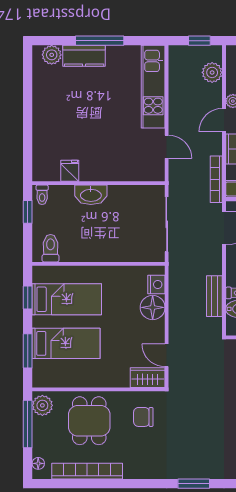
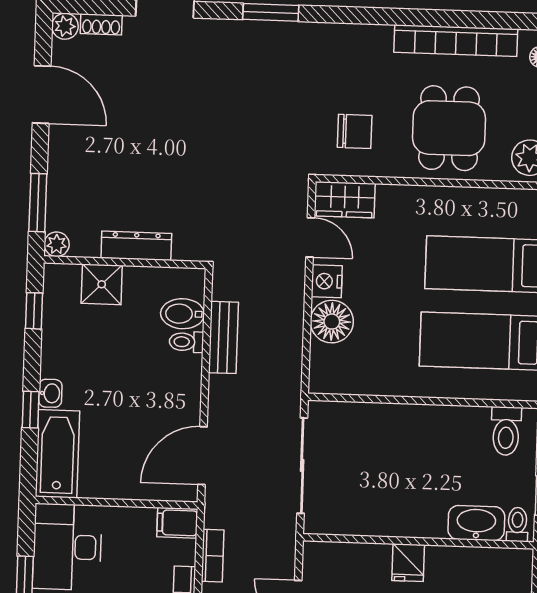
fridge: (70, 171) -> (408, 563), moved
bookcase: (216, 179) -> (213, 556), width x0.64
washbasin: (91, 195) -> (476, 523), moved
nightstand: (156, 284) -> (327, 281), moved

